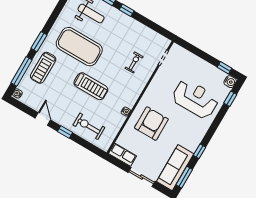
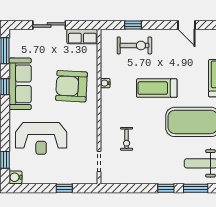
window: (225, 68) -> (64, 188), moved
armchair: (151, 124) -> (71, 86), turned 93
window: (65, 132) -> (133, 25), moved
sofa: (175, 168) -> (20, 84), moved

